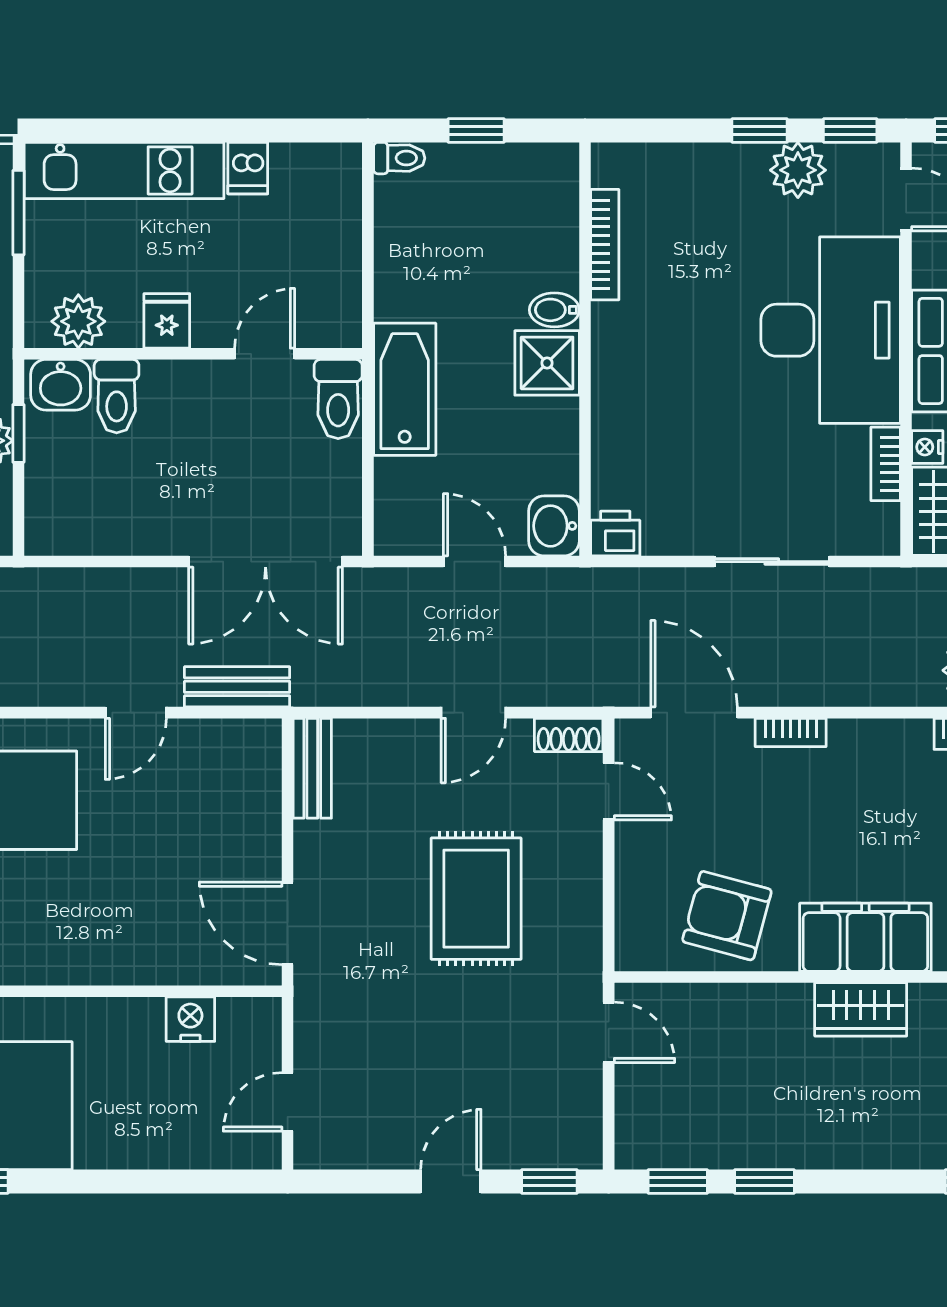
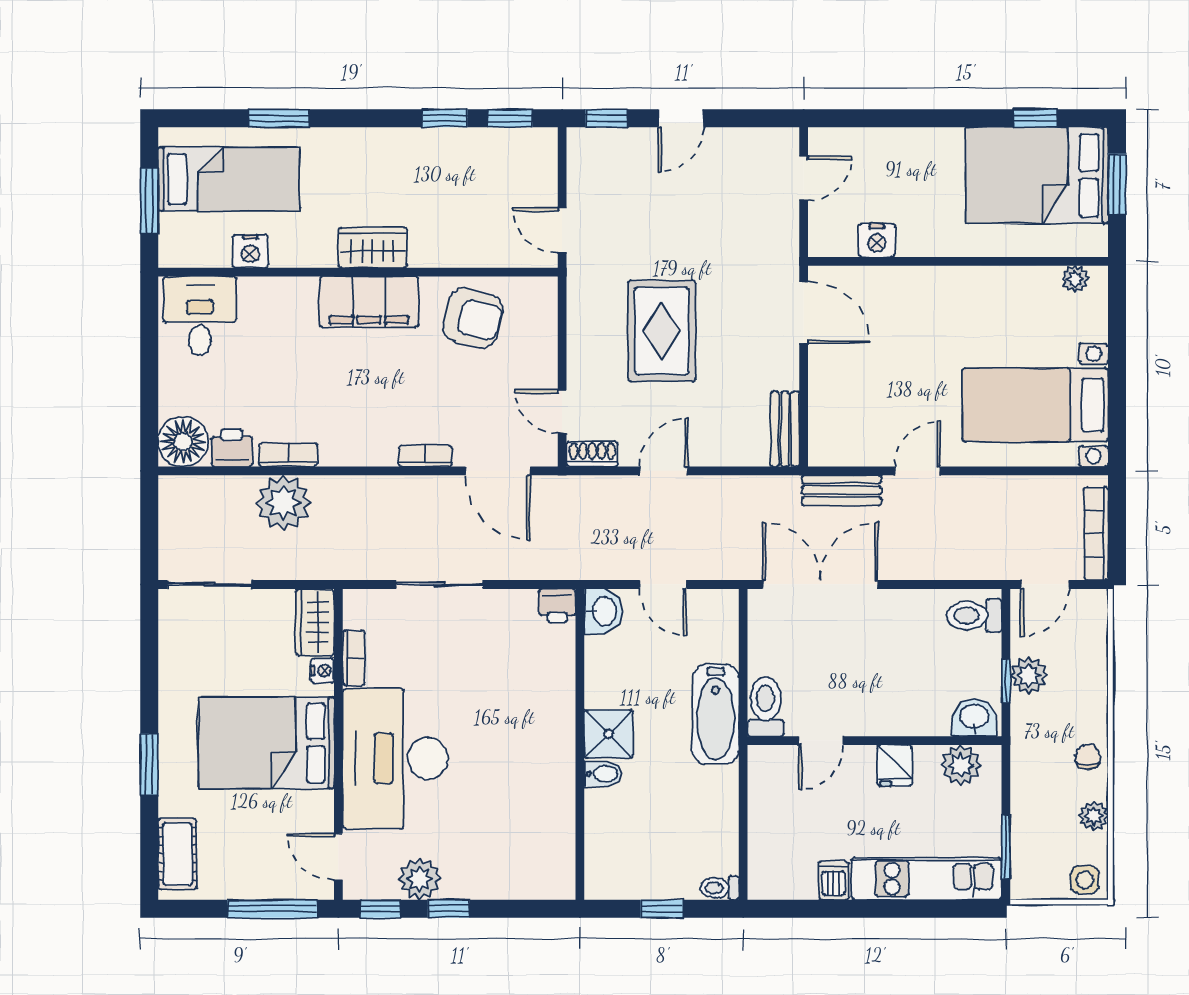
bookcase: (605, 245) -> (565, 823), removed
toilet: (117, 396) -> (974, 616), moved, turned -90

